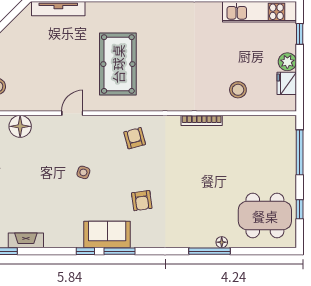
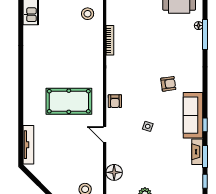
armchair: (135, 138) -> (115, 101), moved, turned -75
sofa: (107, 235) -> (193, 115), width x1.36
fireplace: (26, 240) -> (197, 152), moved
window: (119, 251) -> (205, 156), moved

